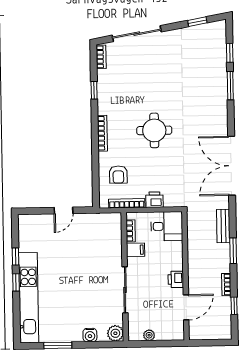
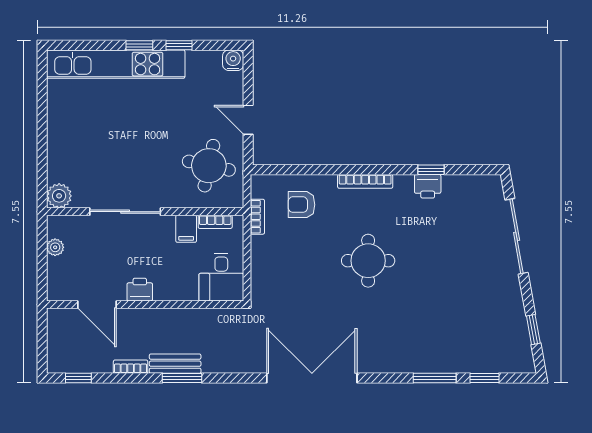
bookcase: (101, 57) -> (482, 182), removed
printer: (154, 200) -> (428, 186), moved, turned 90
bookcase: (127, 203) -> (257, 217), width x0.64
bench: (223, 226) -> (175, 364), moved
round table: (94, 236) -> (209, 166), added
window: (234, 306) -> (78, 378), moved
water cooler: (90, 335) -> (233, 60), moved, turned 90
window: (58, 345) -> (42, 107), removed

